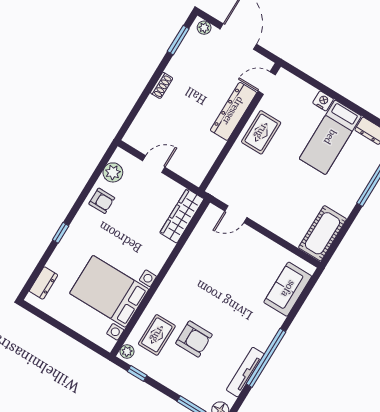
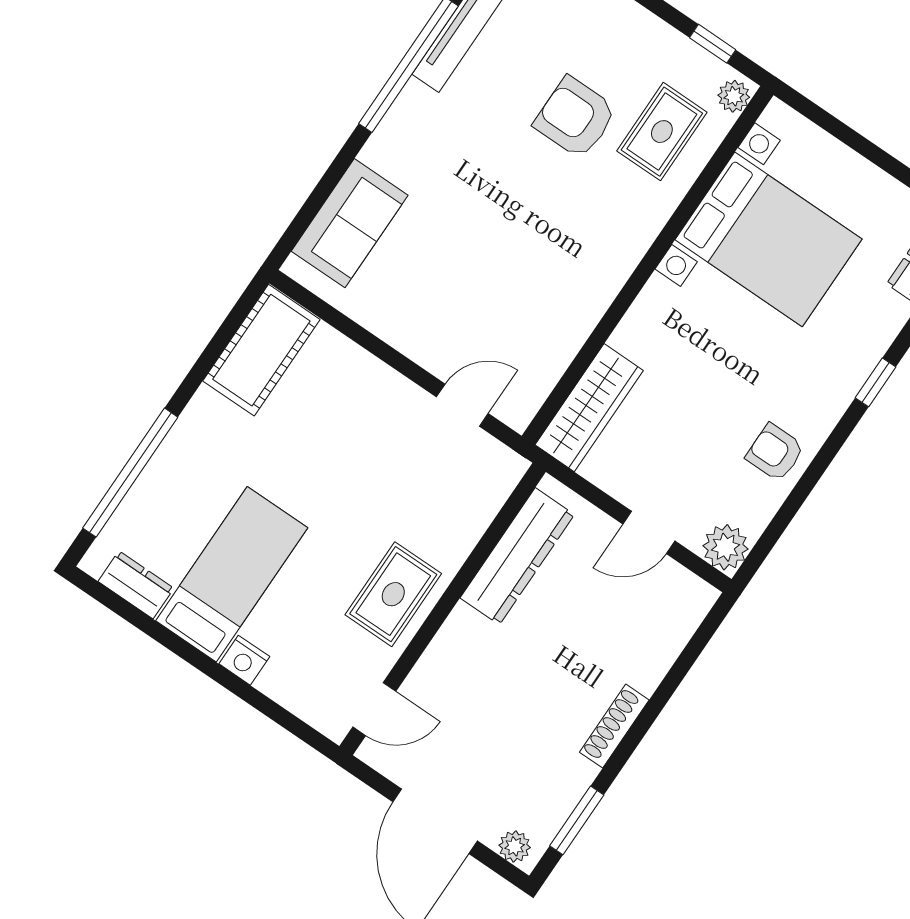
shoe rack: (162, 85) -> (614, 726), width x1.43
dresser: (233, 111) -> (517, 556), moved
plant: (113, 172) -> (726, 547), moved

